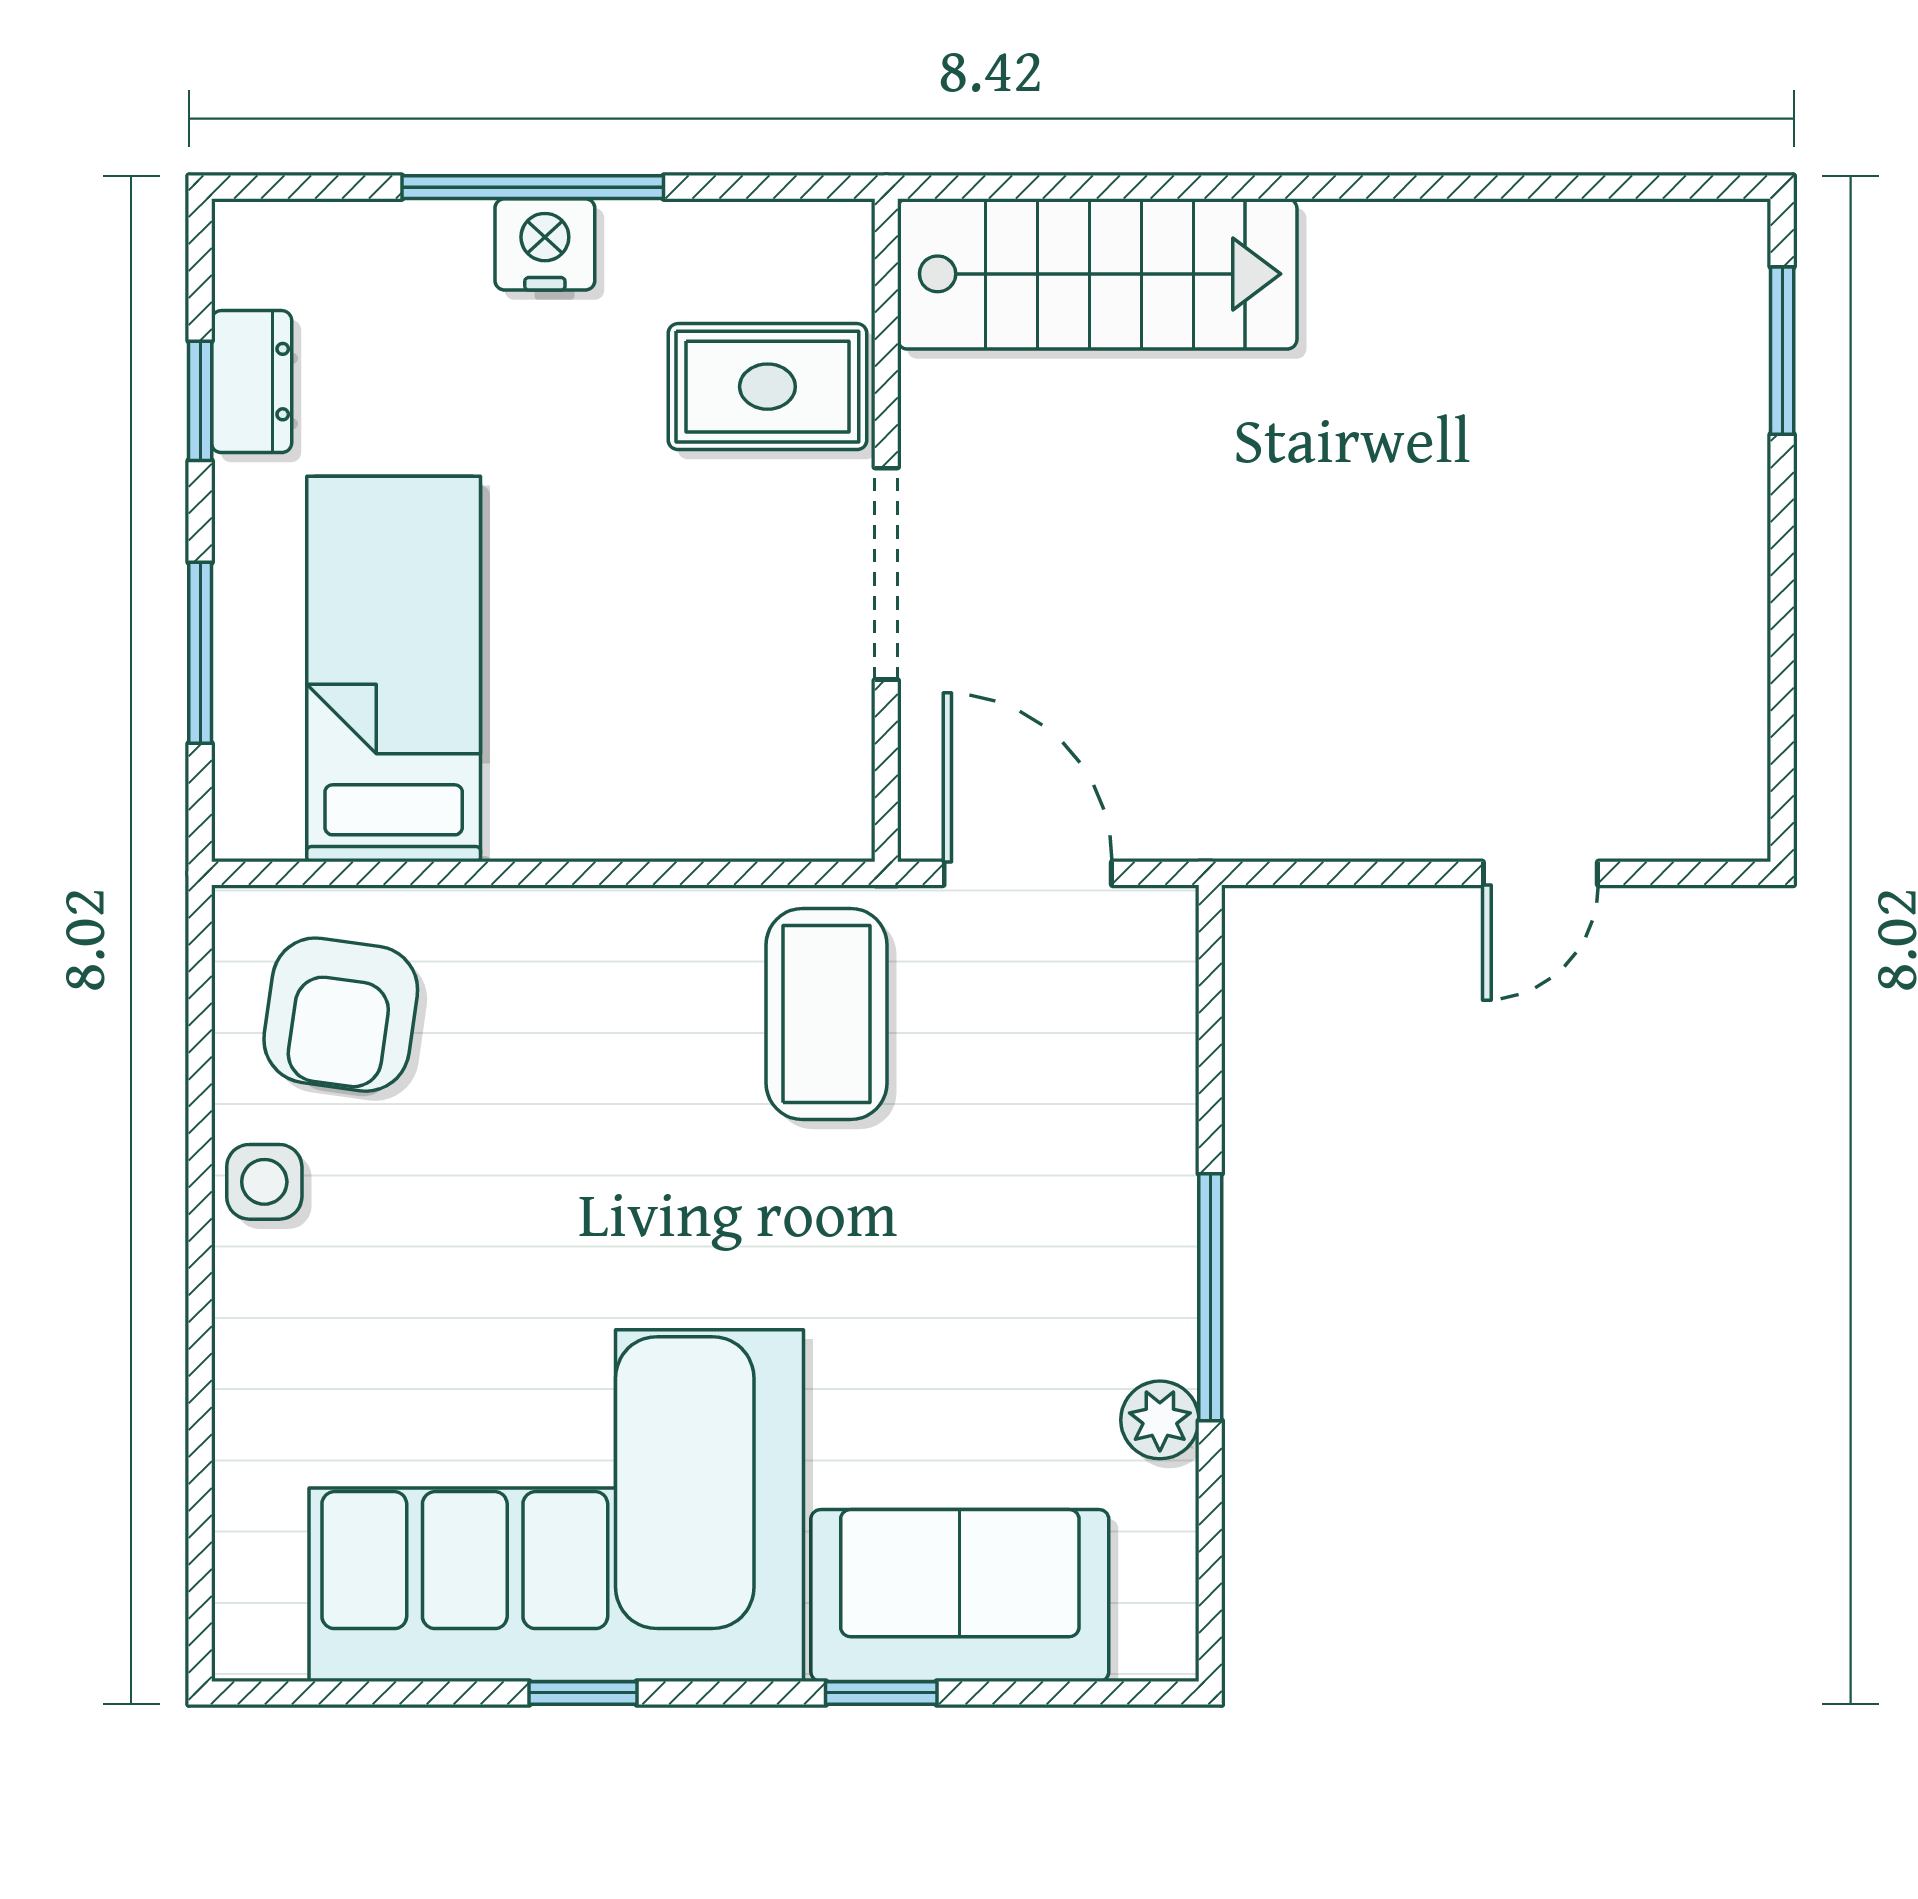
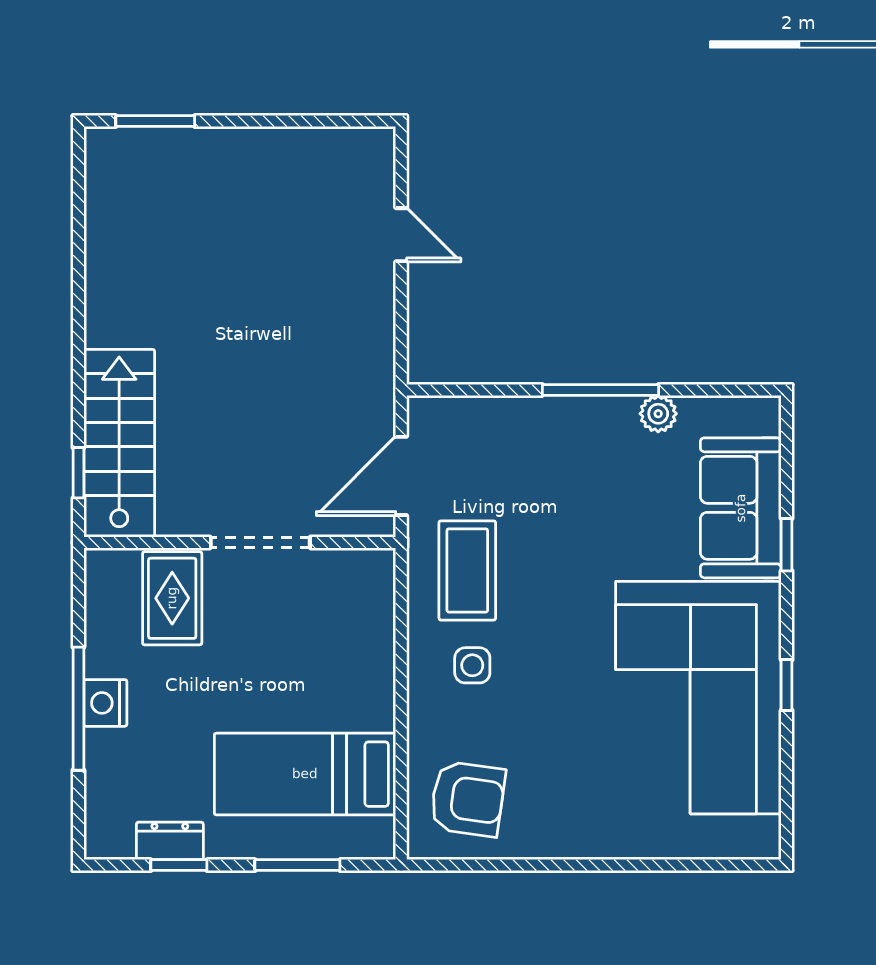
window: (1034, 187) -> (78, 473), added
coffee table: (827, 1014) -> (467, 570), turned 90
side table: (264, 1182) -> (472, 665), moved

